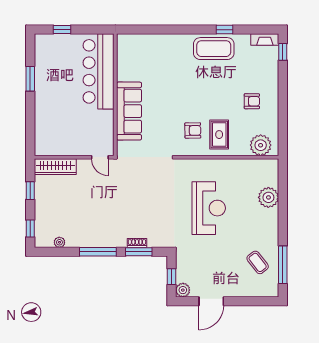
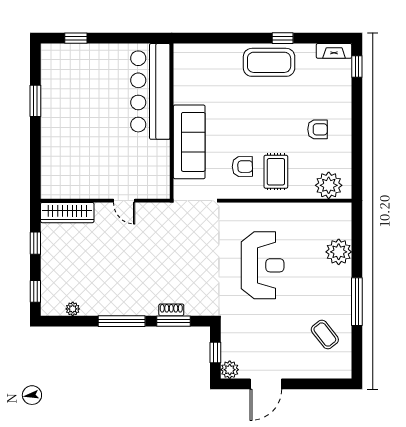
bar counter: (99, 71) -> (150, 91), moved
wall: (115, 95) -> (172, 121), moved
sofa: (129, 111) -> (189, 142), moved
window: (283, 265) -> (357, 302), moved

